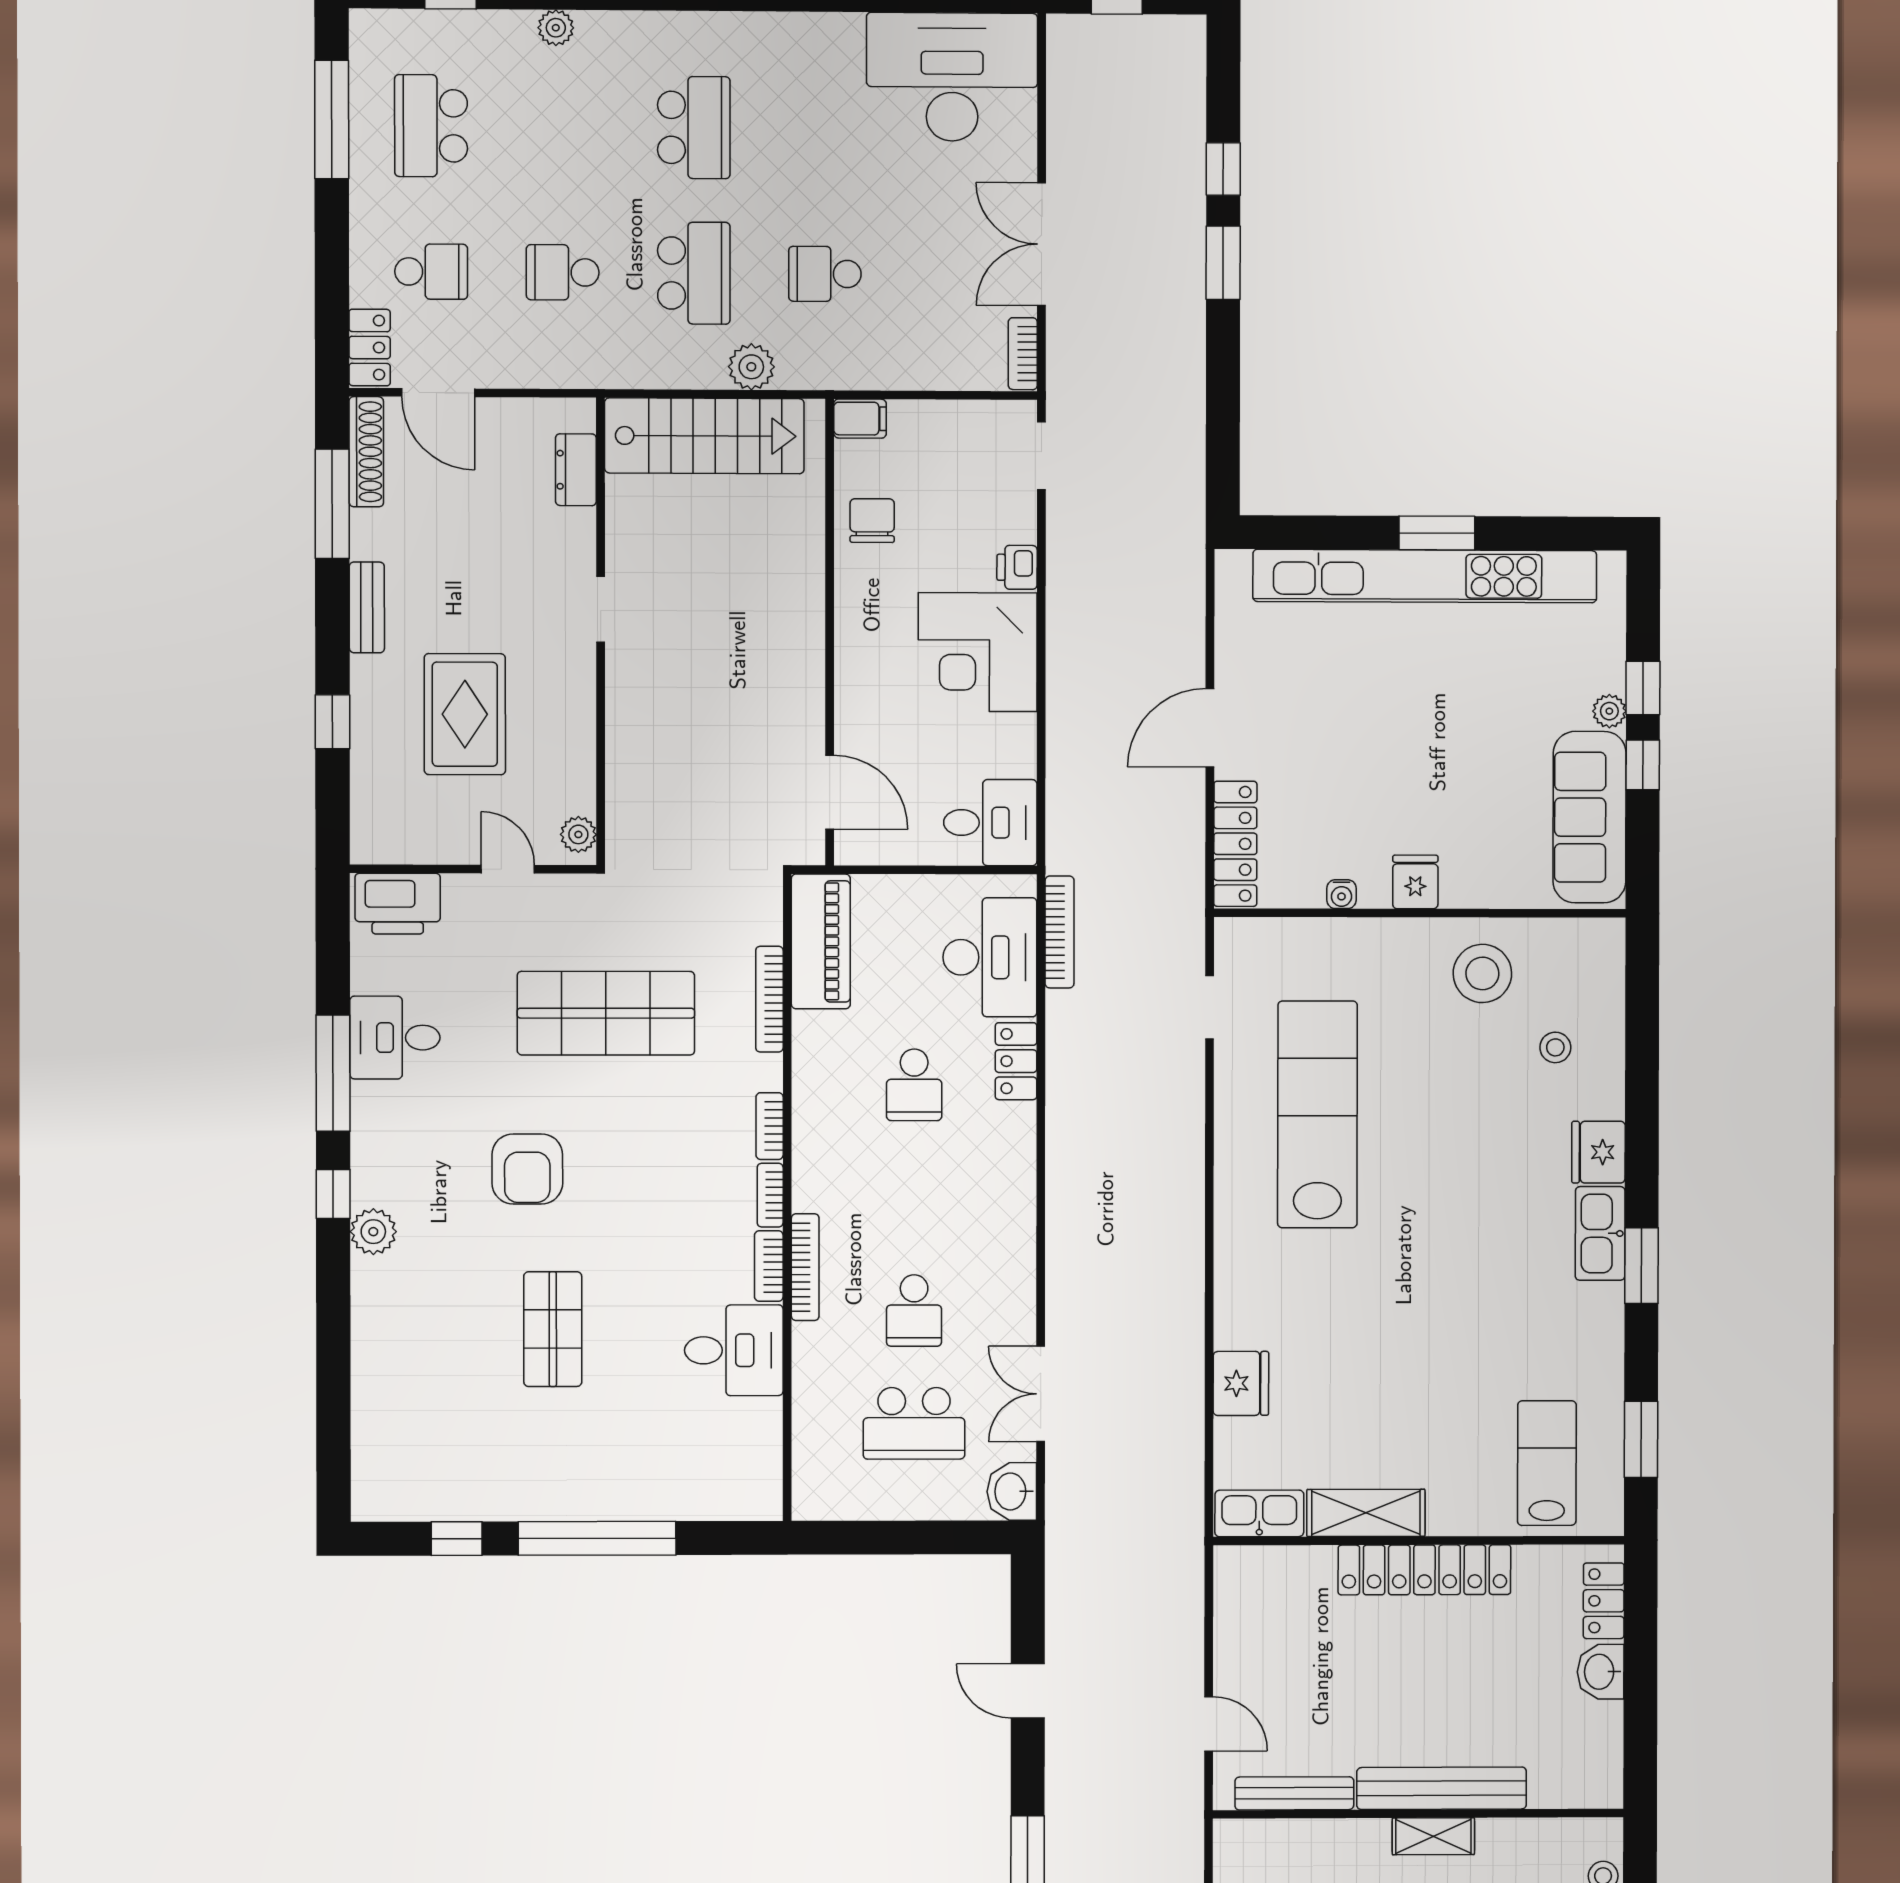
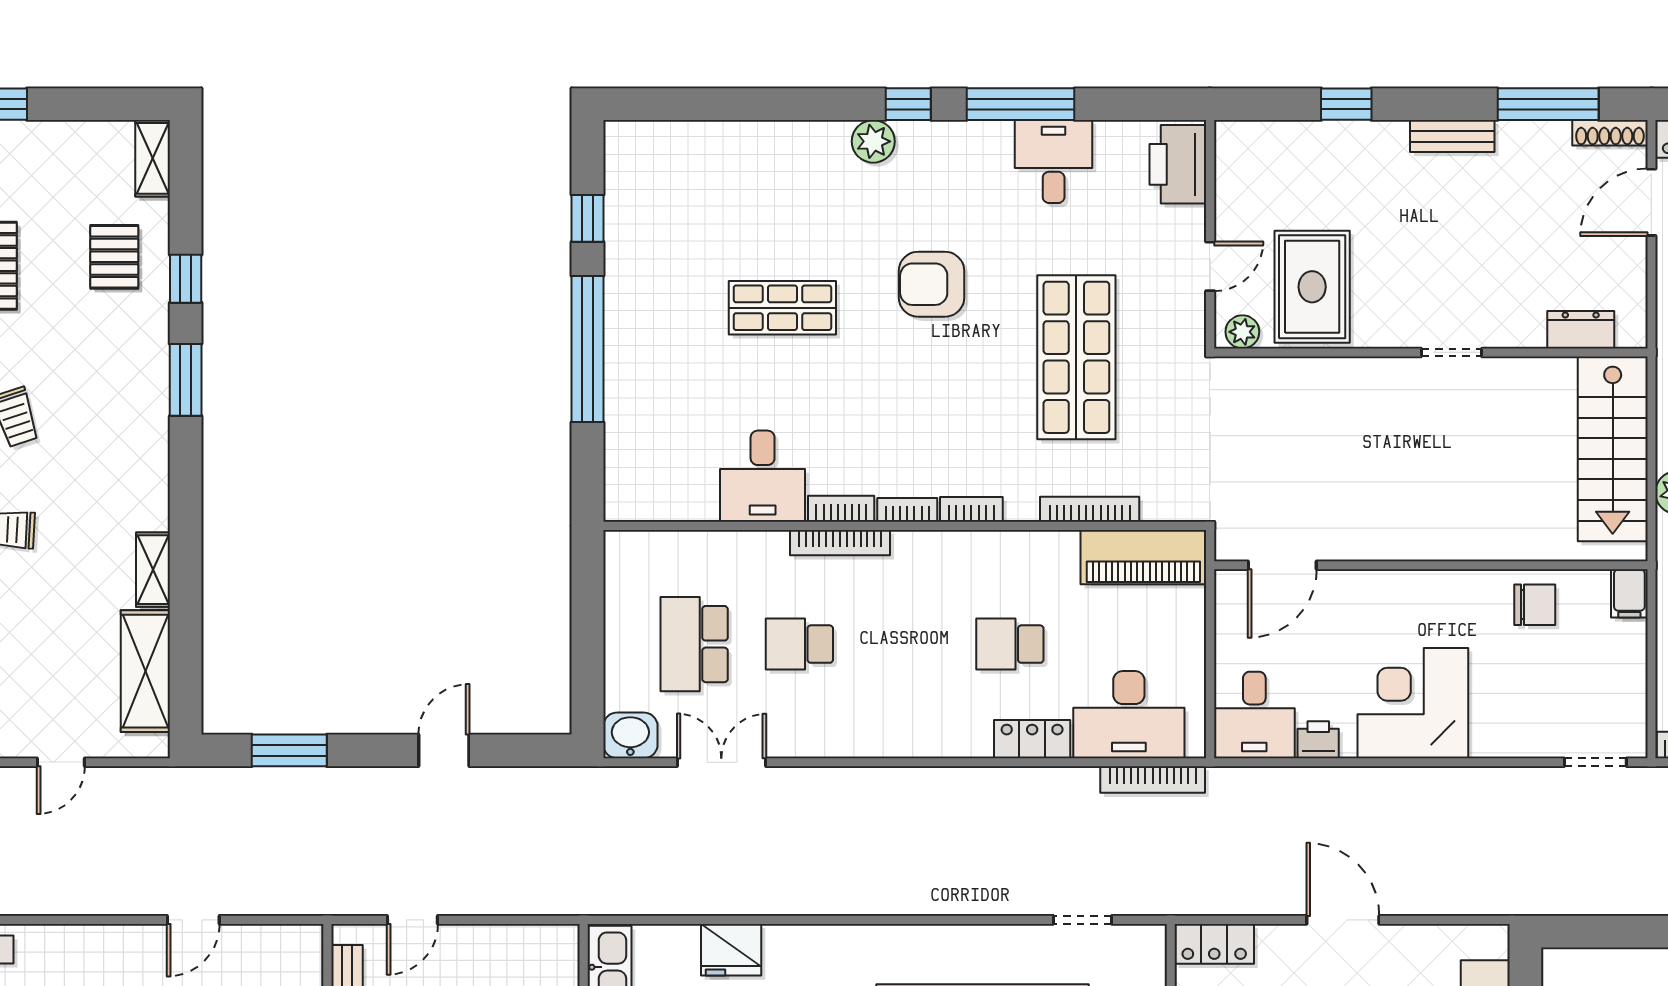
shoe rack: (366, 452) -> (1610, 133), width x0.74, depth x0.81
printer: (1017, 567) -> (1318, 740), moved
rug: (465, 714) -> (1312, 287), moved, turned 90
locker: (1235, 844) -> (1214, 944), width x0.66

